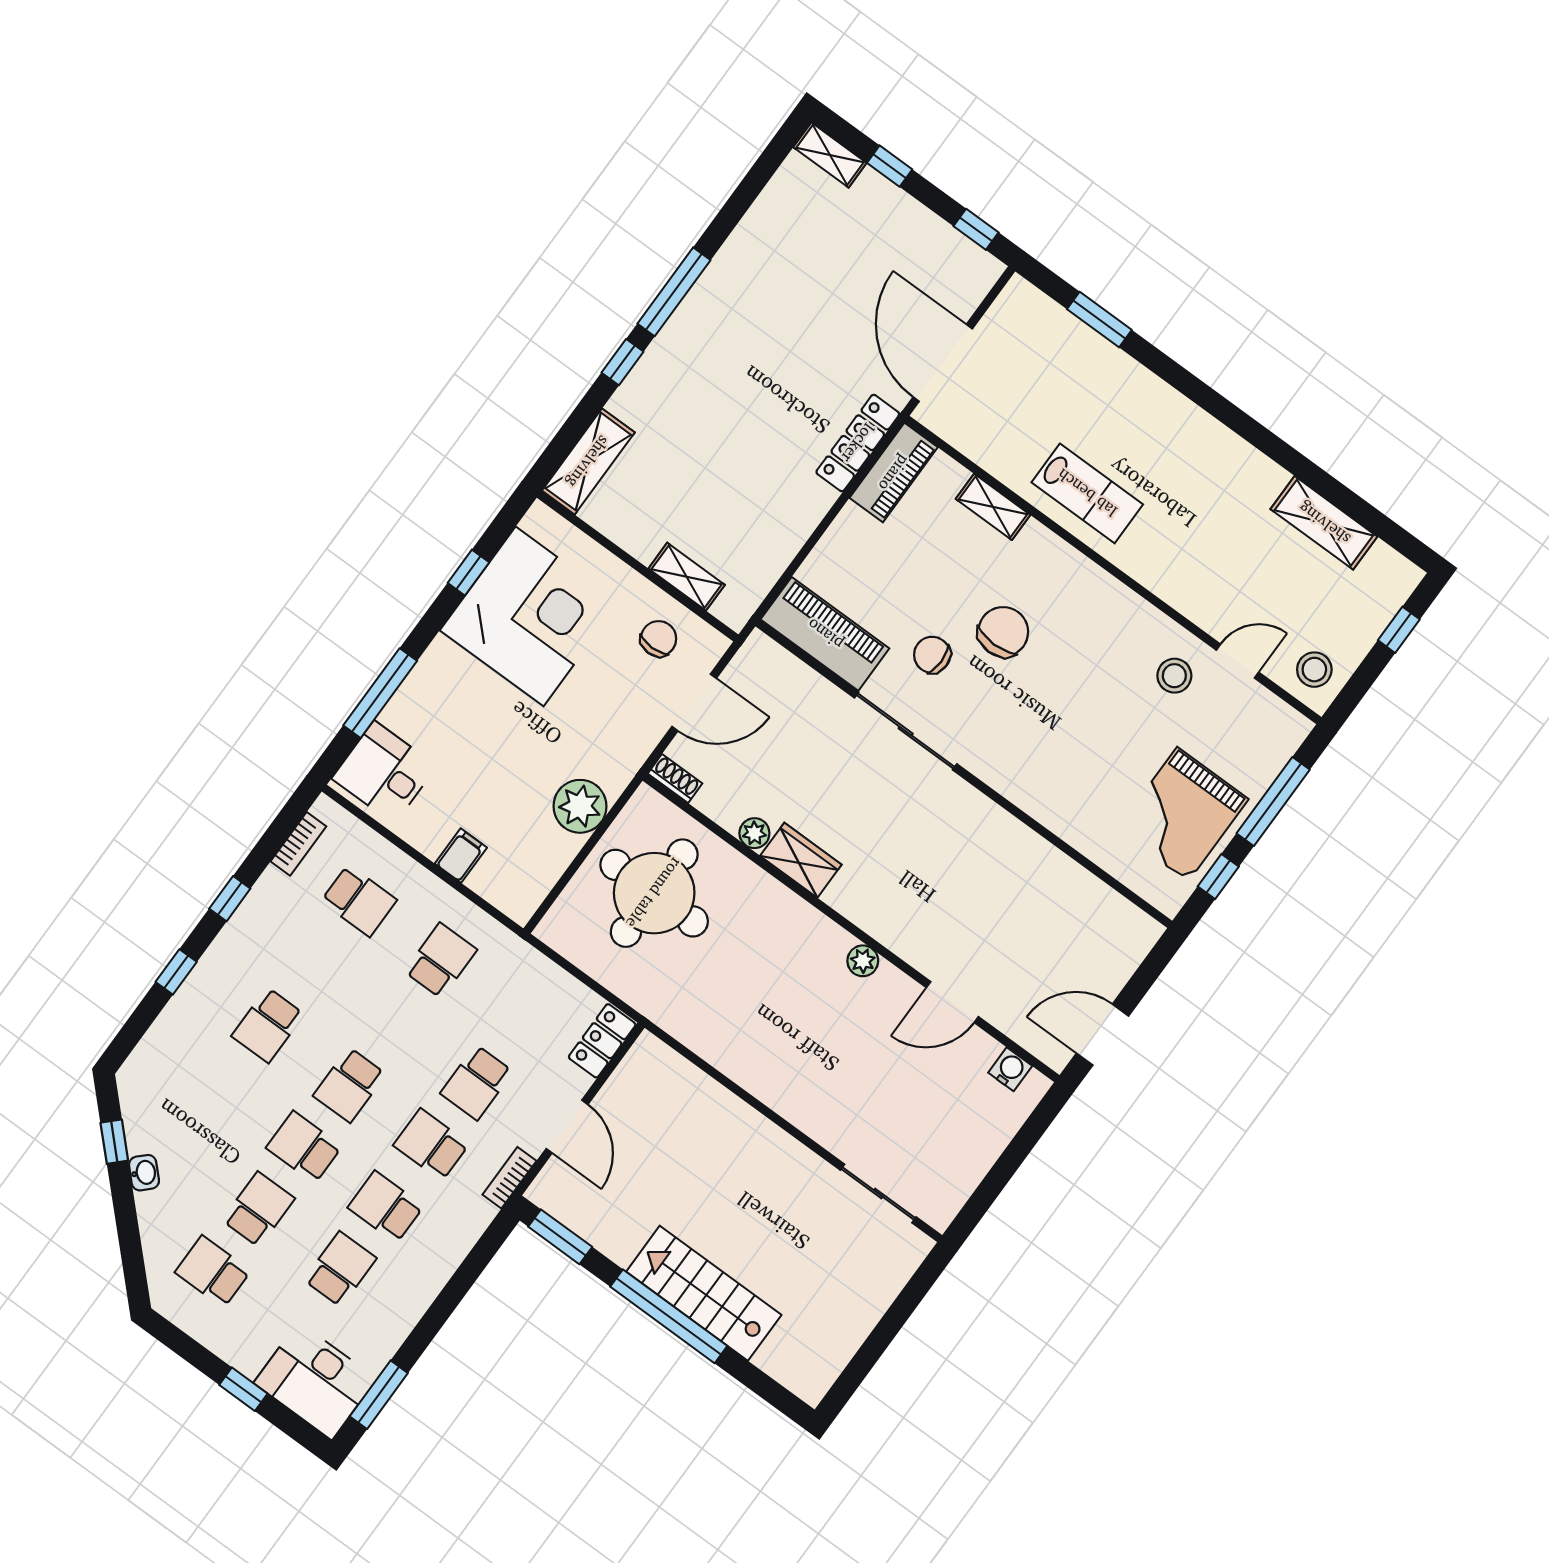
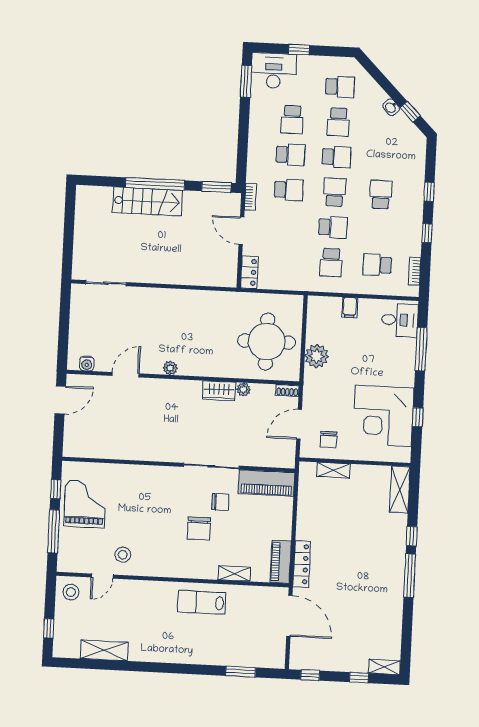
school desk: (477, 1082) -> (333, 227), moved, turned 90

